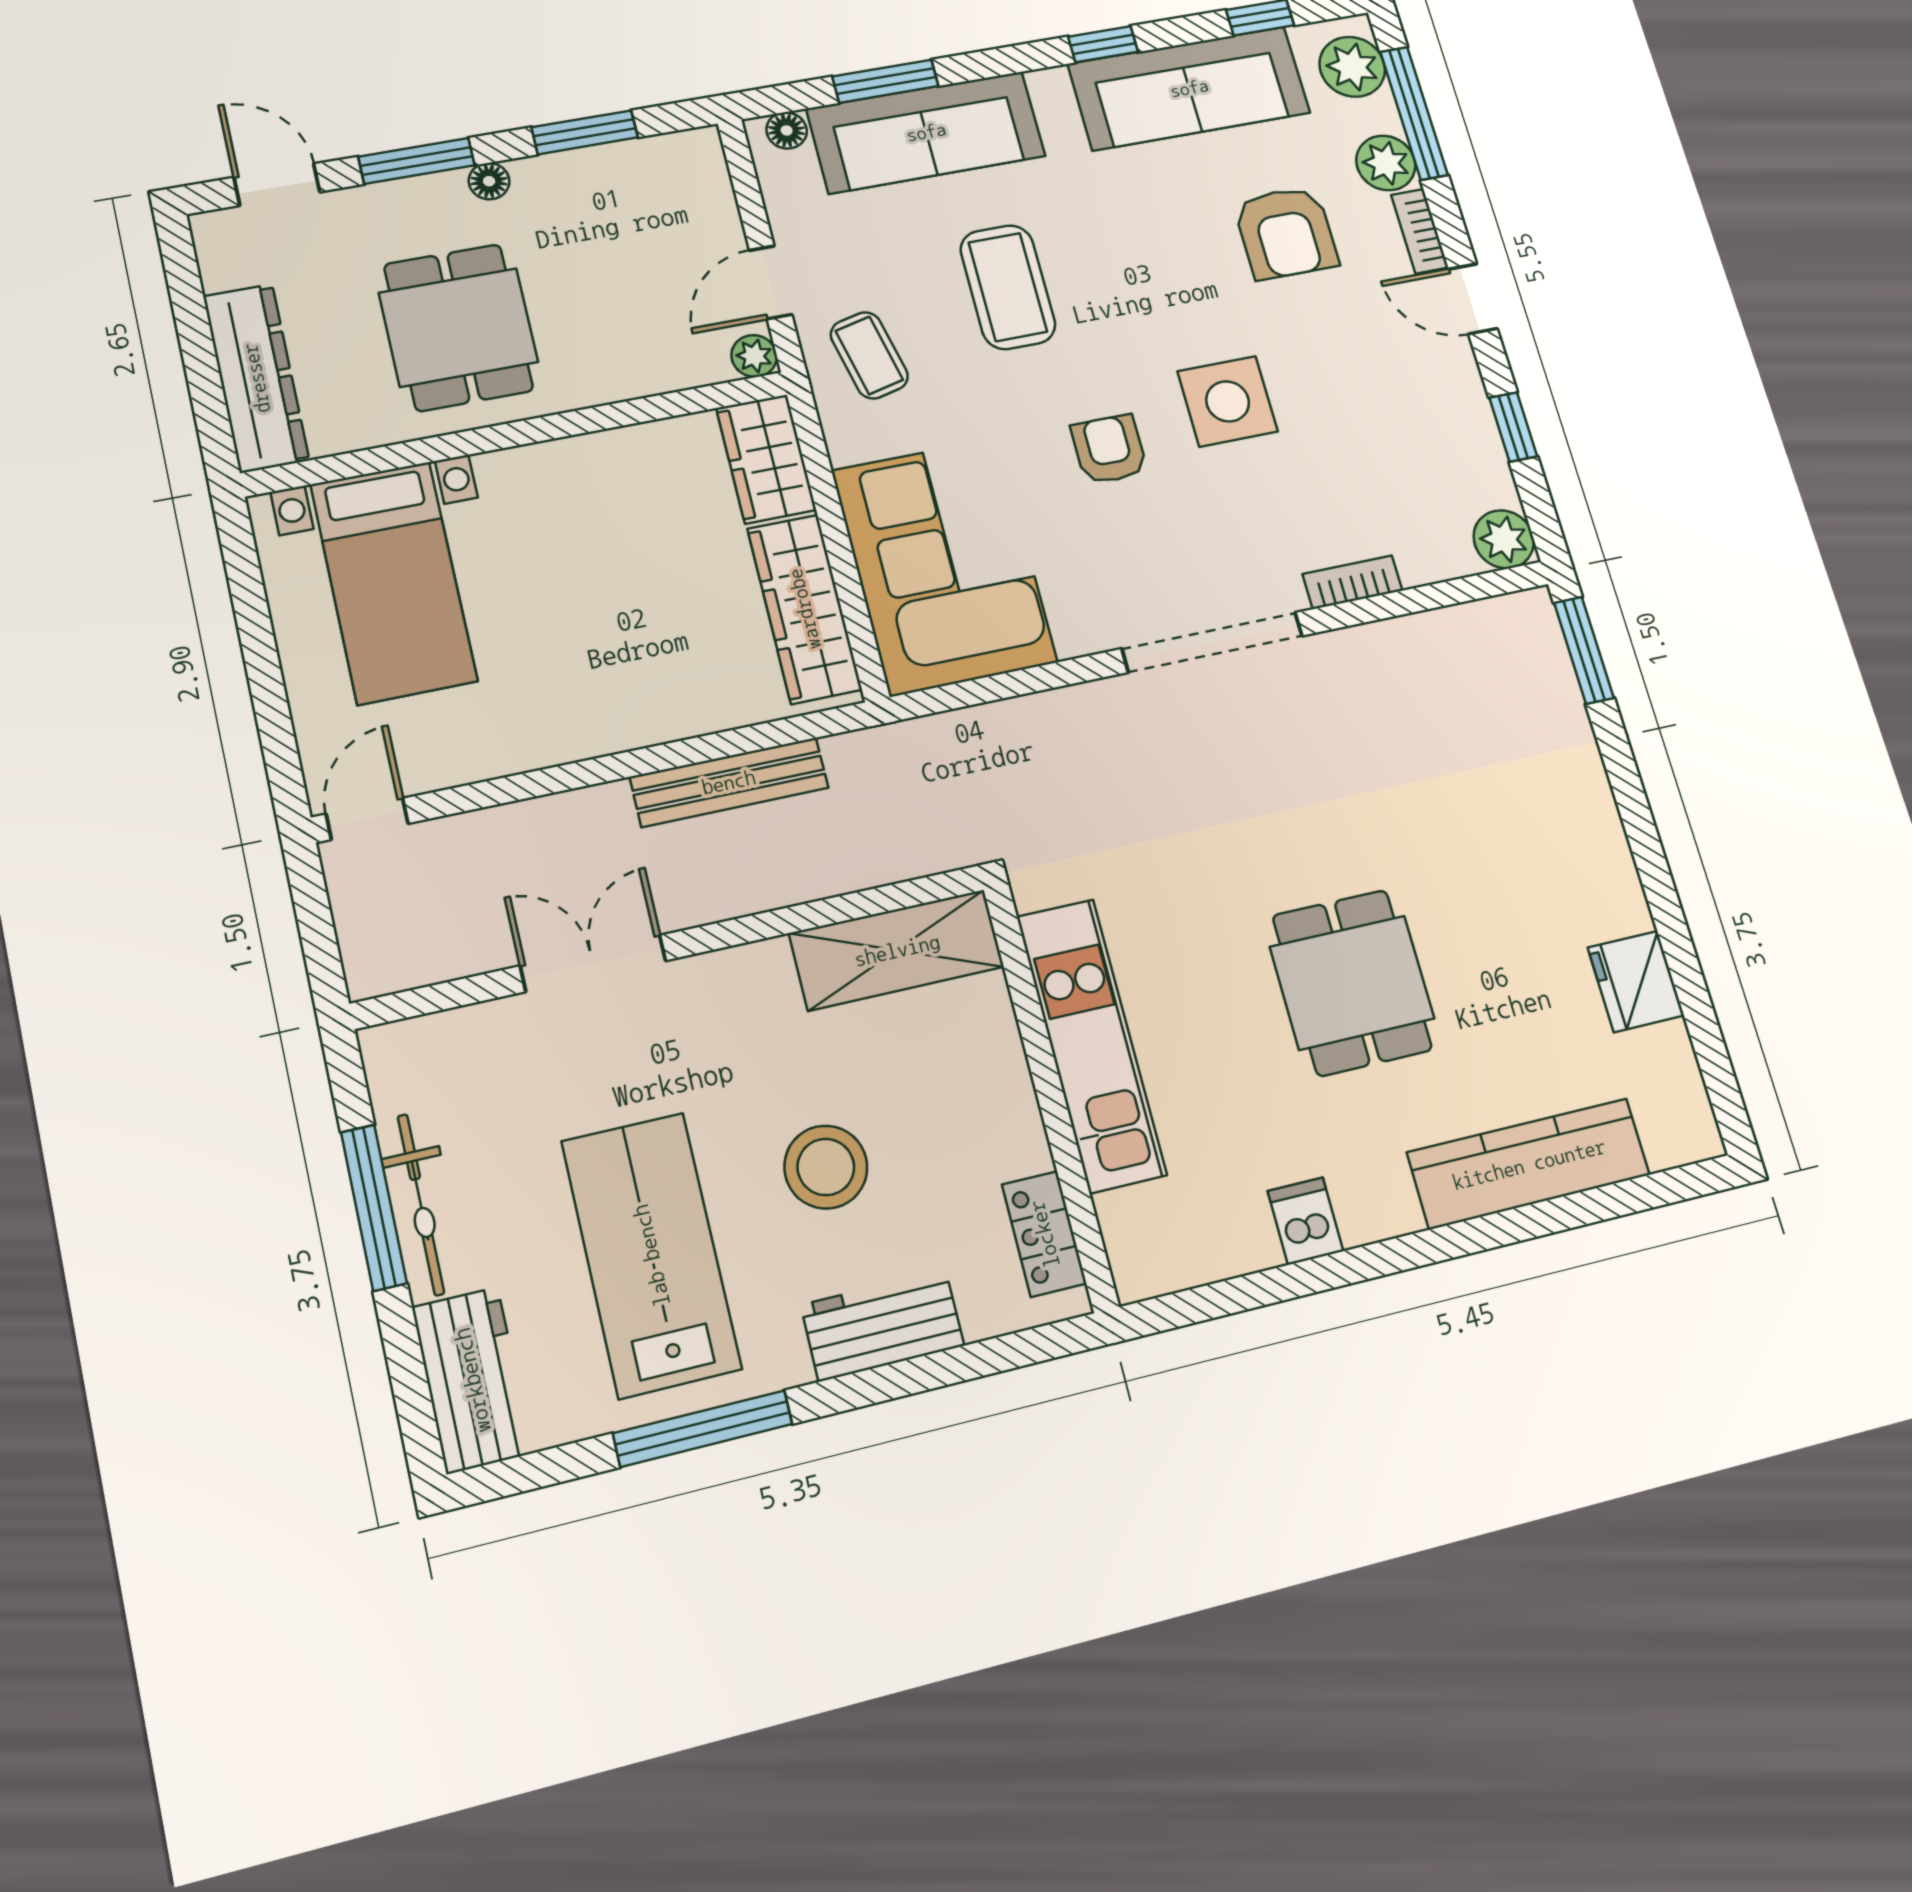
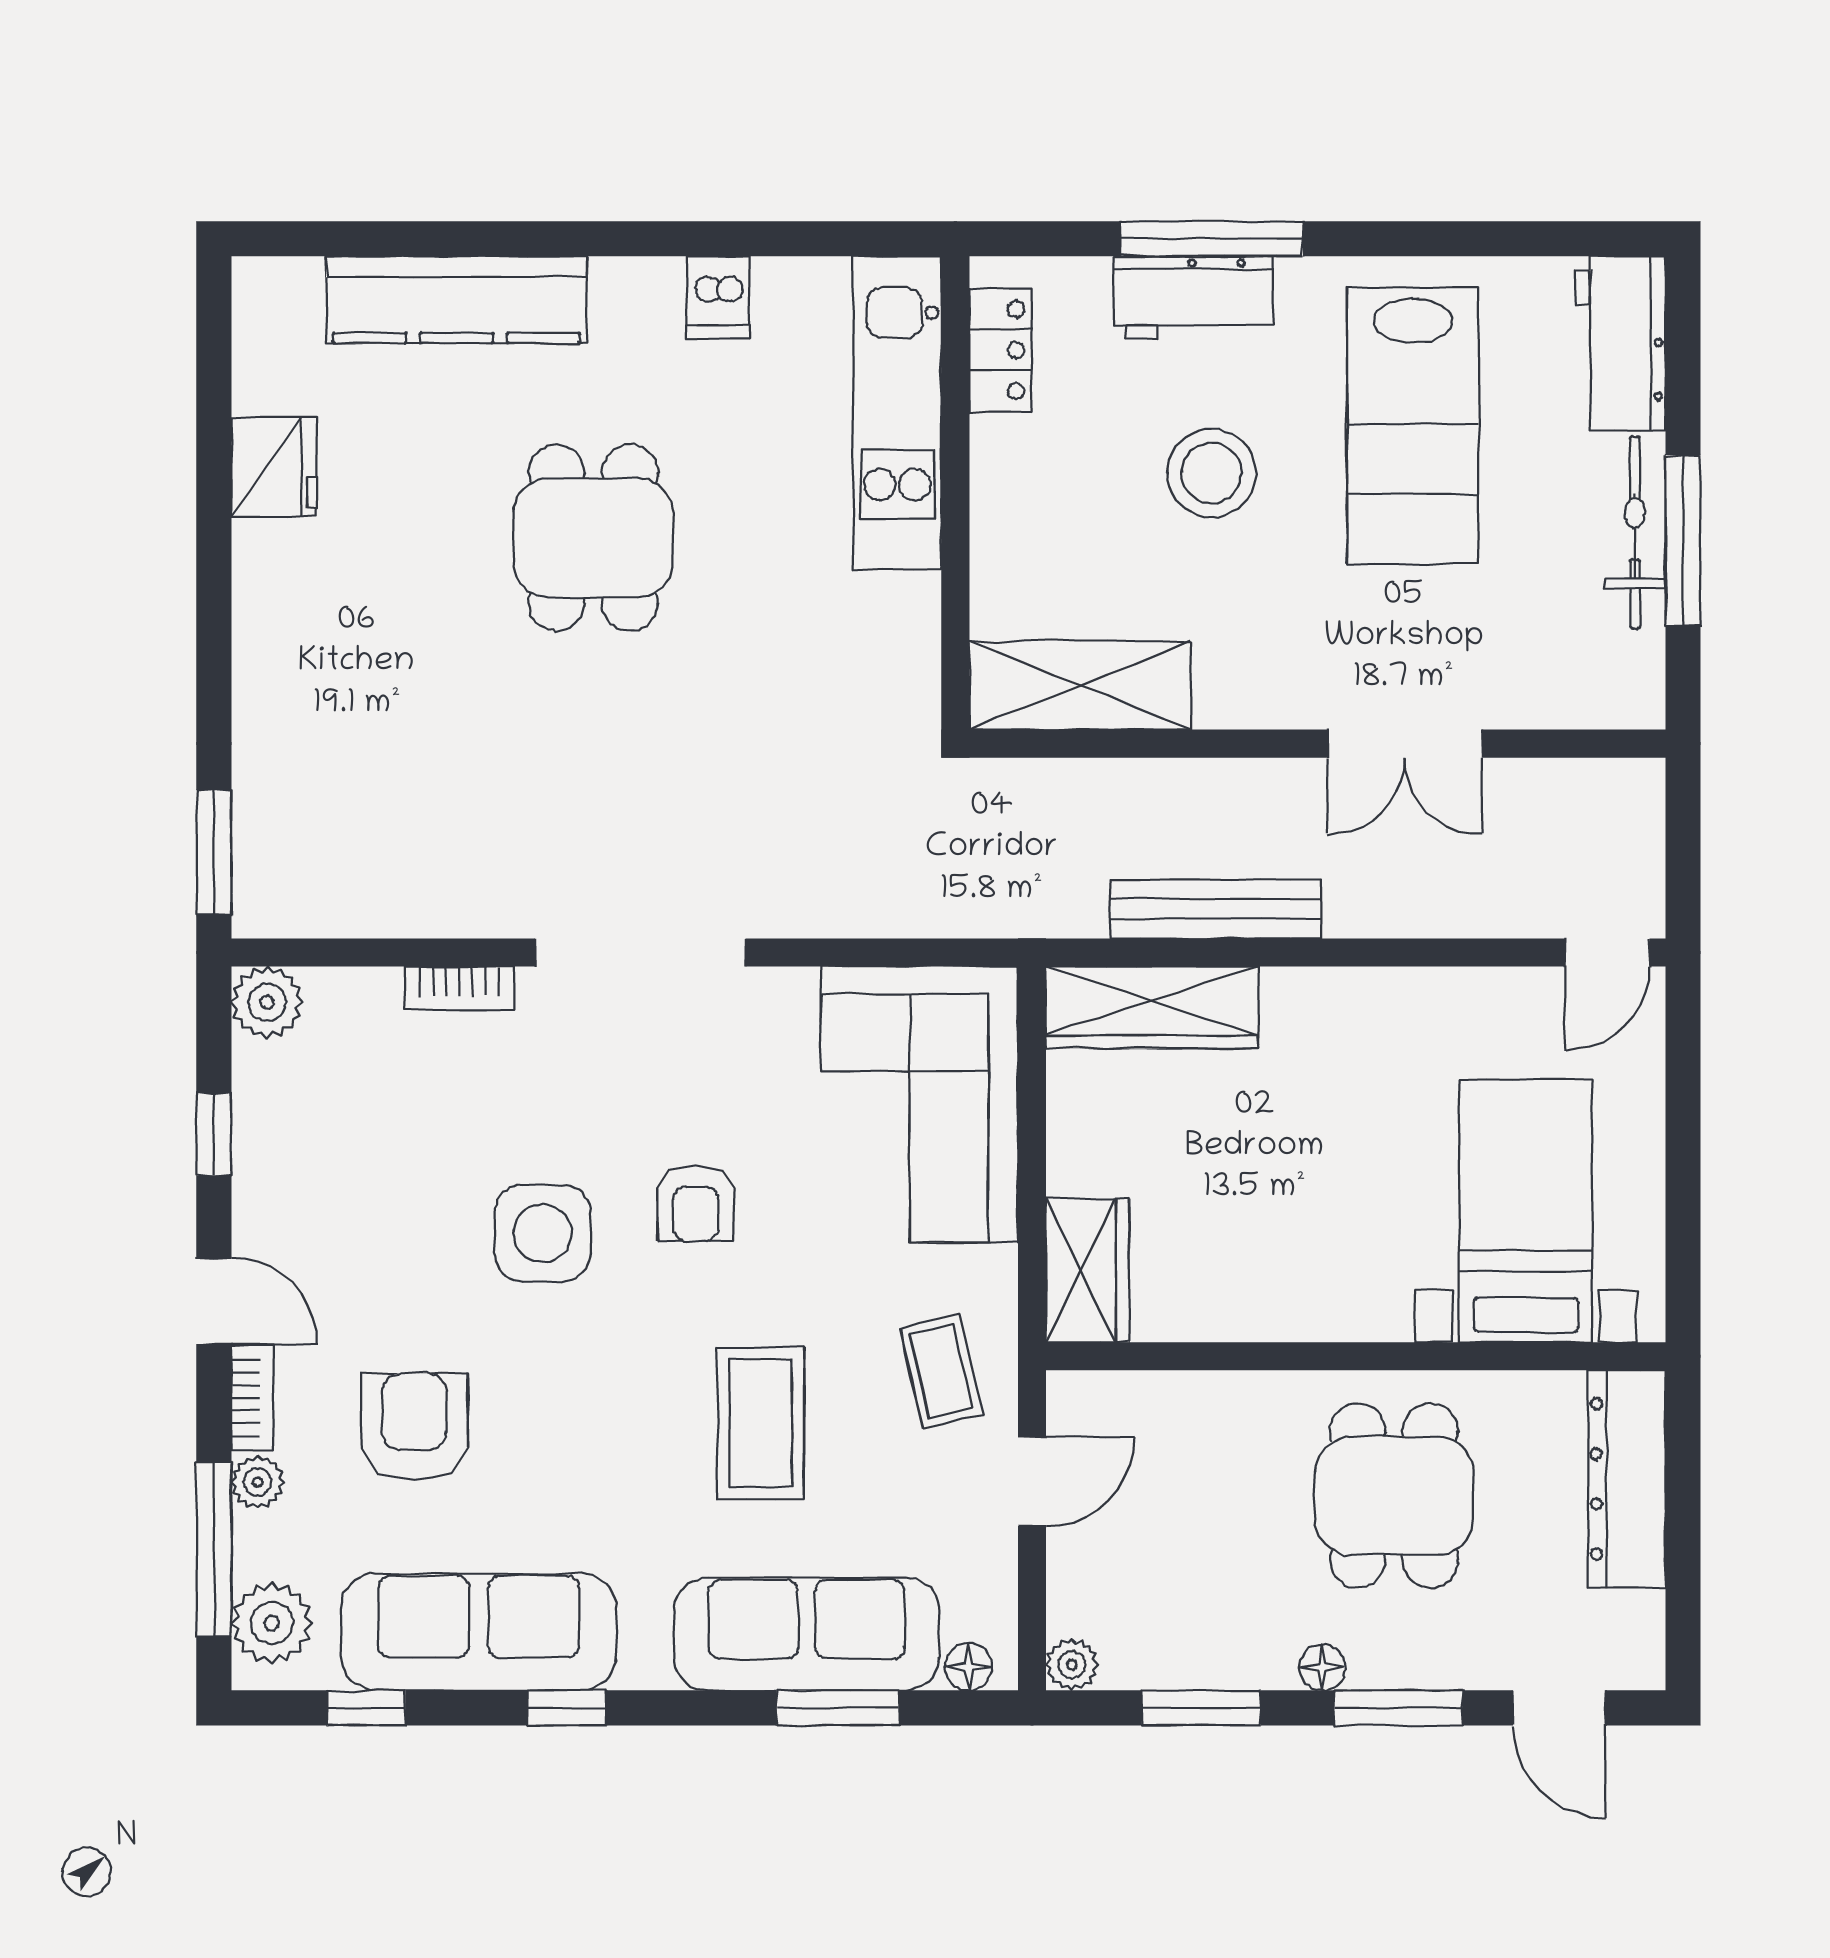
plant: (1386, 163) -> (258, 1482), width x0.73, depth x0.73
plant: (754, 356) -> (1072, 1665), moved
wardrobe: (804, 609) -> (1152, 1007), moved, turned 90
kitchen unit: (1091, 1045) -> (897, 413), moved
window: (703, 1429) -> (1212, 239), moved

